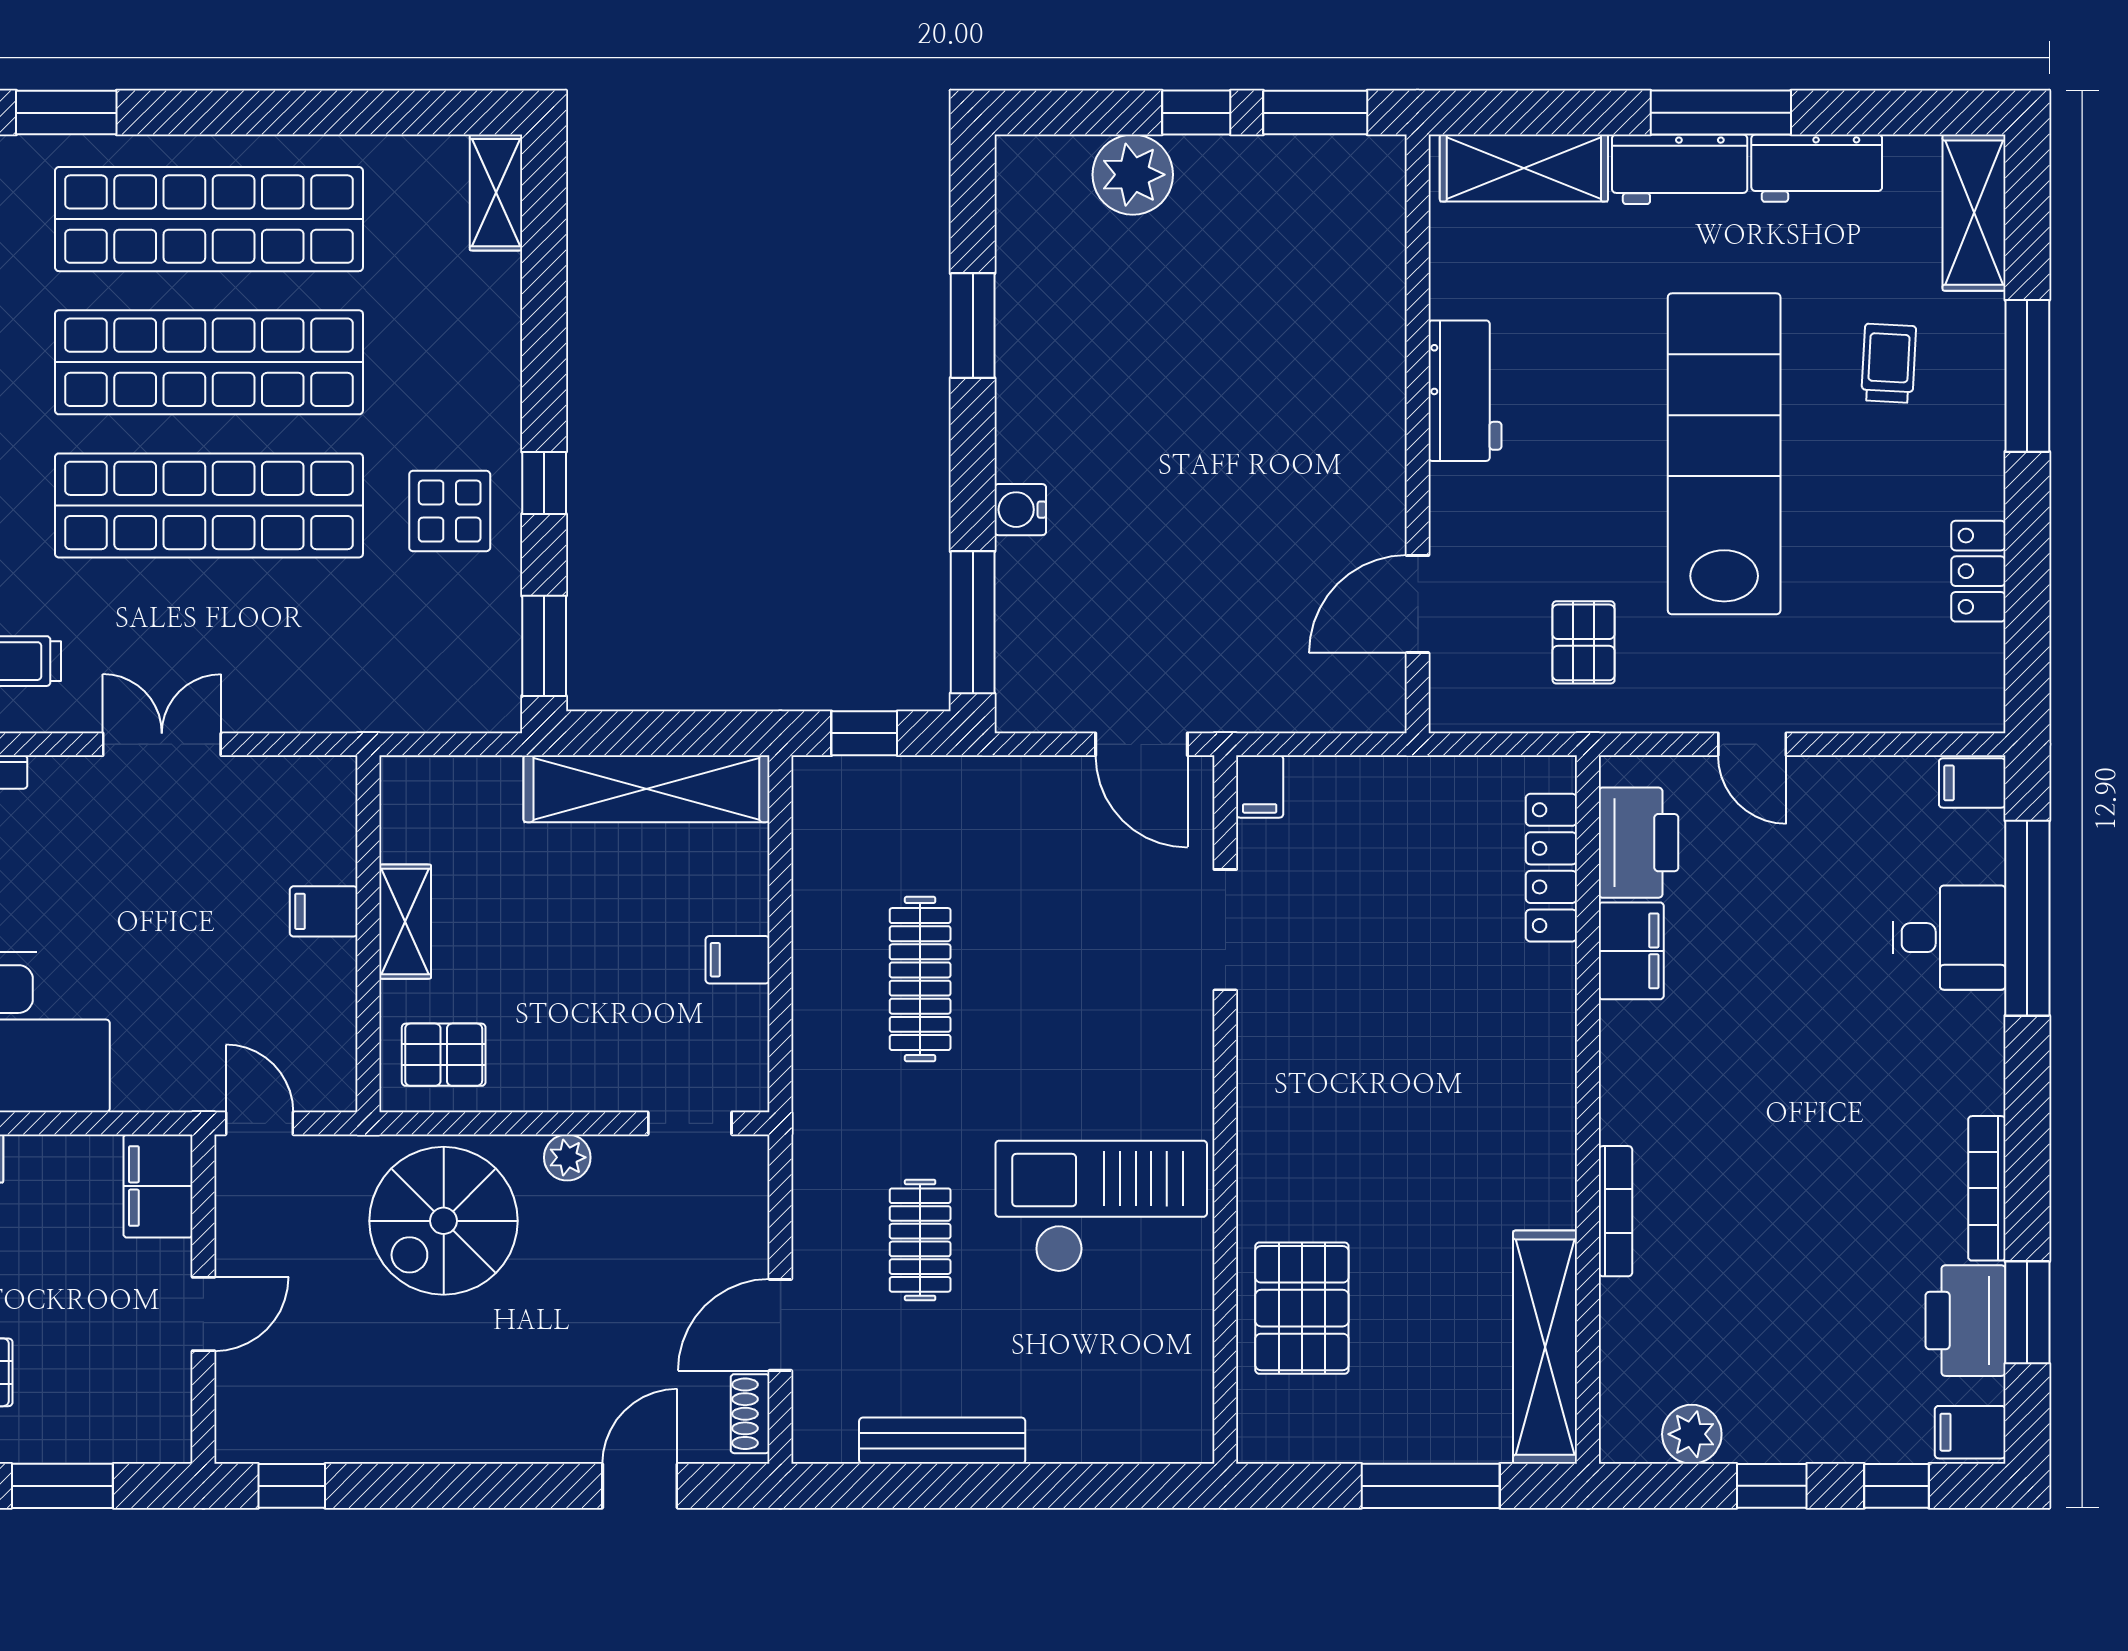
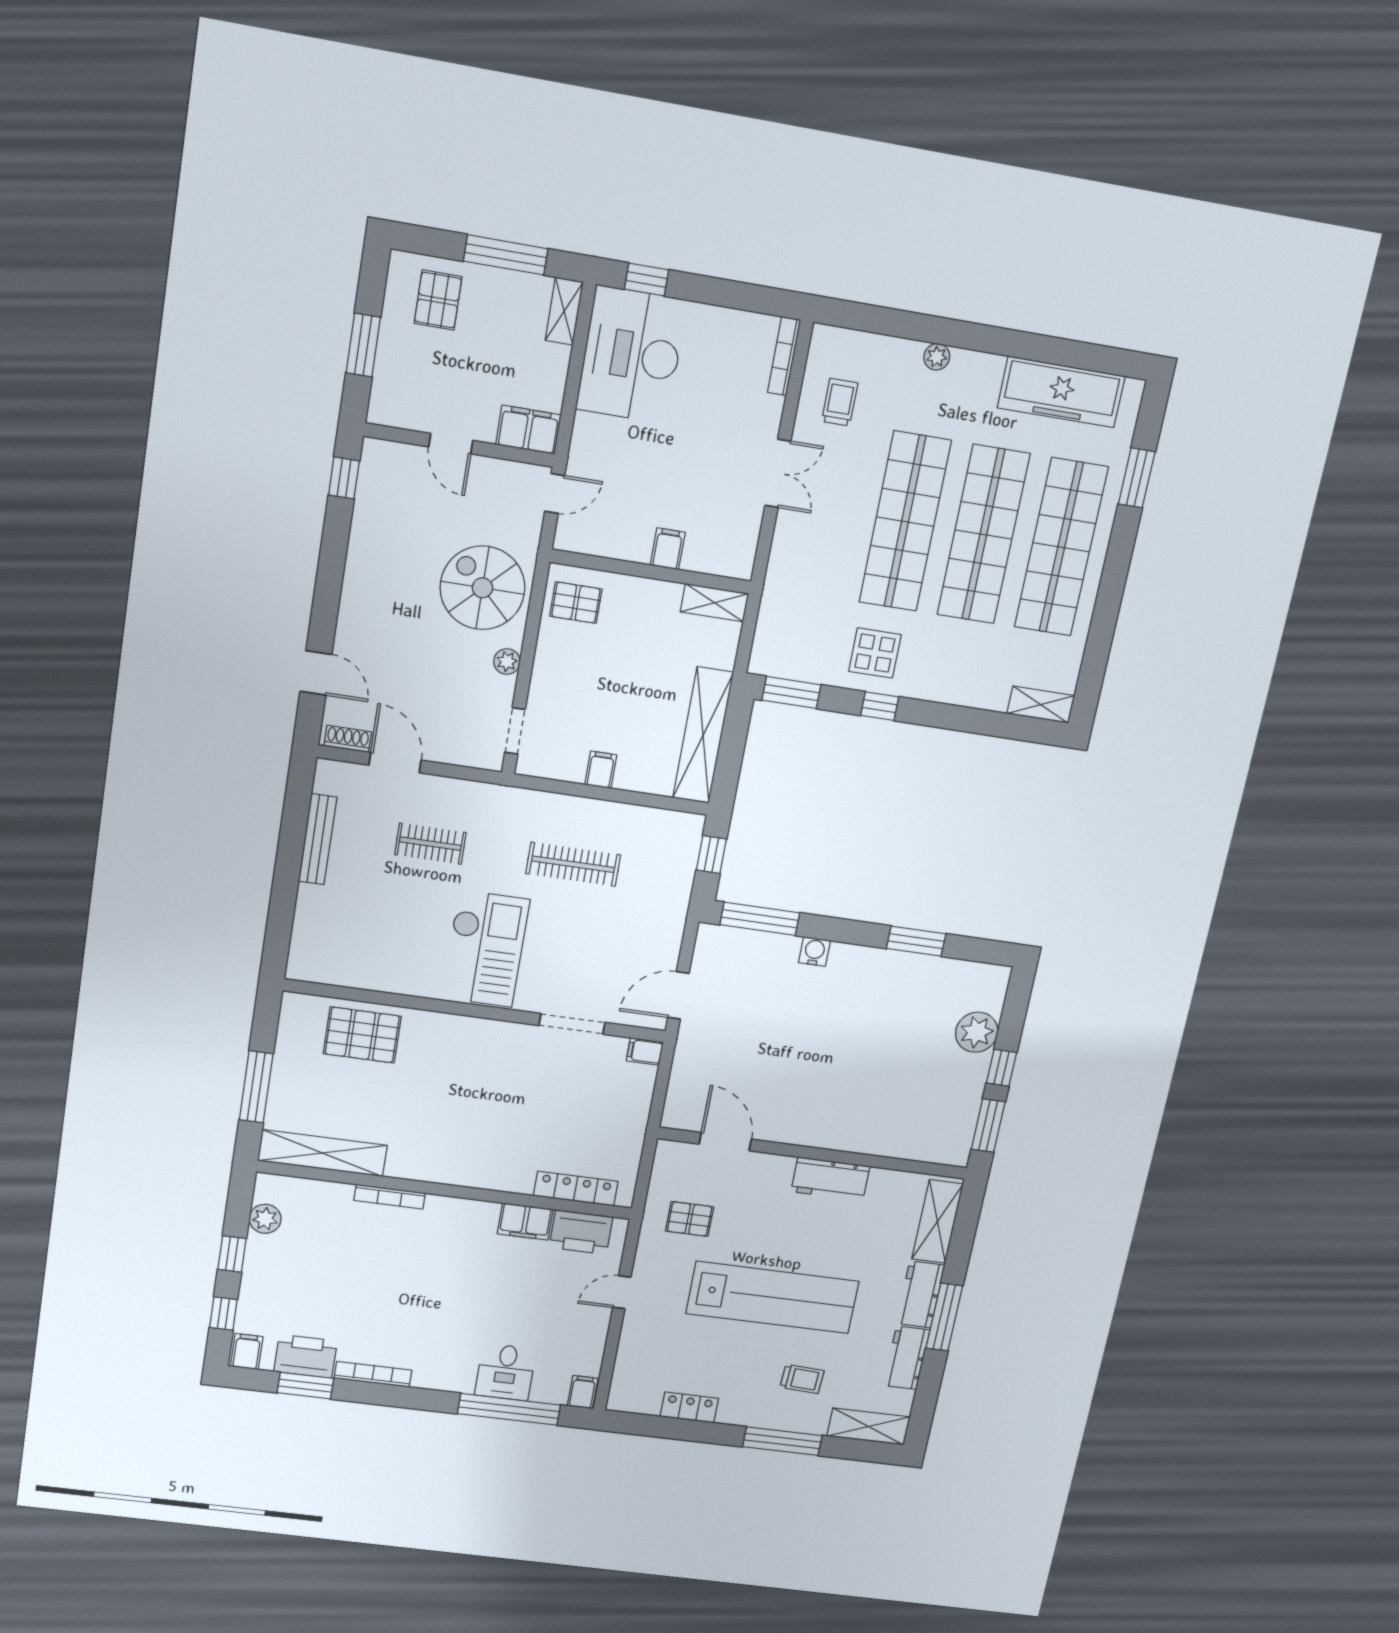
shelving: (405, 922) -> (714, 603), moved
pallet: (444, 1055) -> (576, 603), turned 90
checkout: (1101, 1206) -> (485, 949), moved

